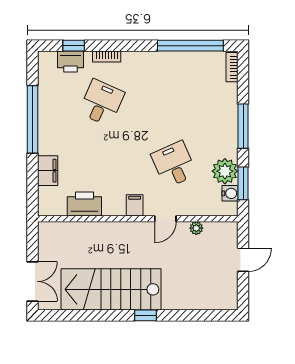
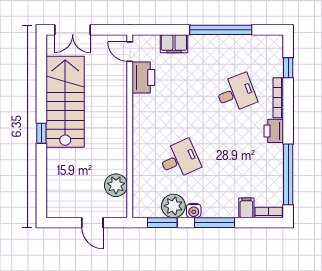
bookcase: (107, 57) -> (278, 98), width x1.56
printer: (70, 62) -> (274, 131), moved
desk: (101, 103) -> (236, 93), turned -45
water cooler: (230, 193) -> (194, 211), moved
filing cabinet: (135, 205) -> (246, 208), moved, turned -90
door: (165, 219) -> (130, 52), moved
plant: (196, 228) -> (116, 185), width x1.88, depth x1.88

